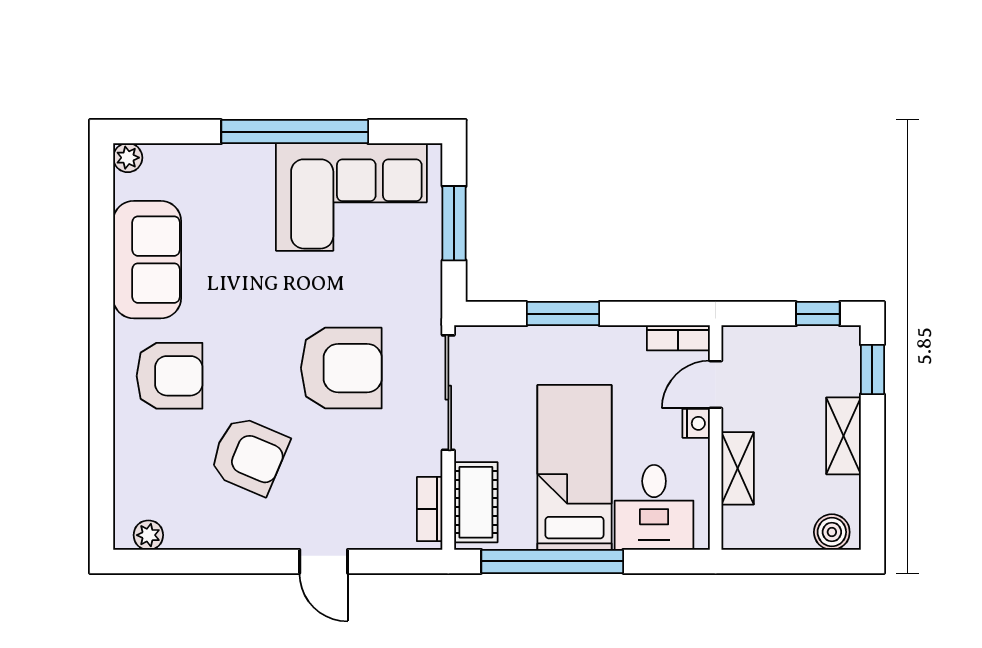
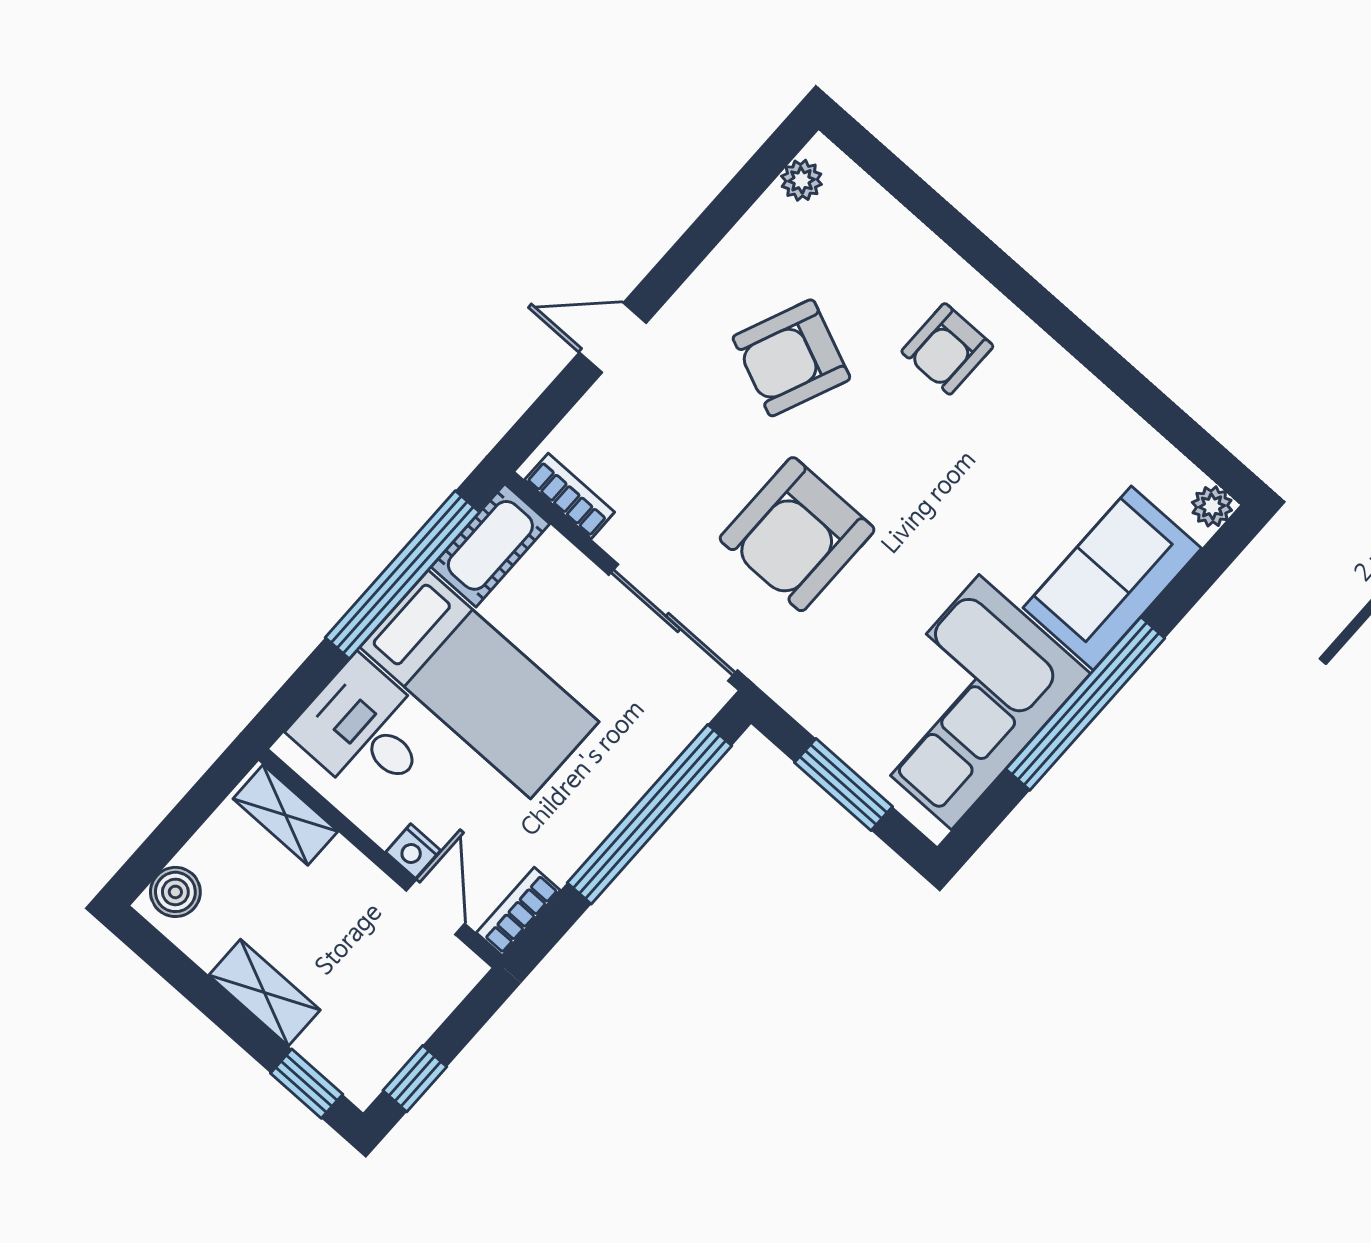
sofa: (147, 260) -> (1112, 578), moved, turned 90
window: (563, 314) -> (649, 814), width x2.11
armchair: (170, 376) -> (947, 349), width x0.72, depth x0.72
shelving: (738, 468) -> (285, 815), moved
cot: (476, 502) -> (490, 545), moved, turned 90

